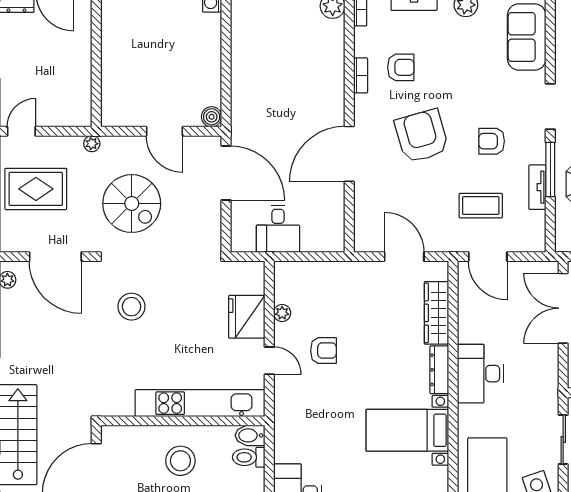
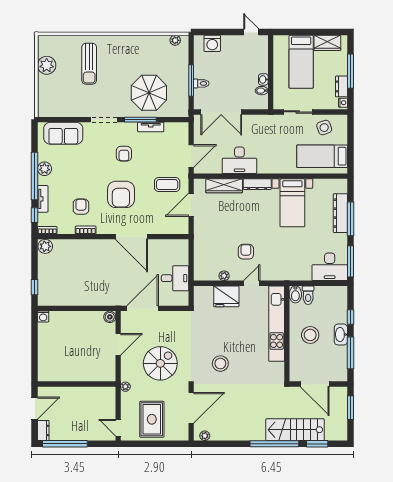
armchair: (422, 136) -> (121, 194), turned -74
coffee table: (481, 206) -> (167, 185), moved, turned 90
desk: (480, 374) -> (239, 160), moved

